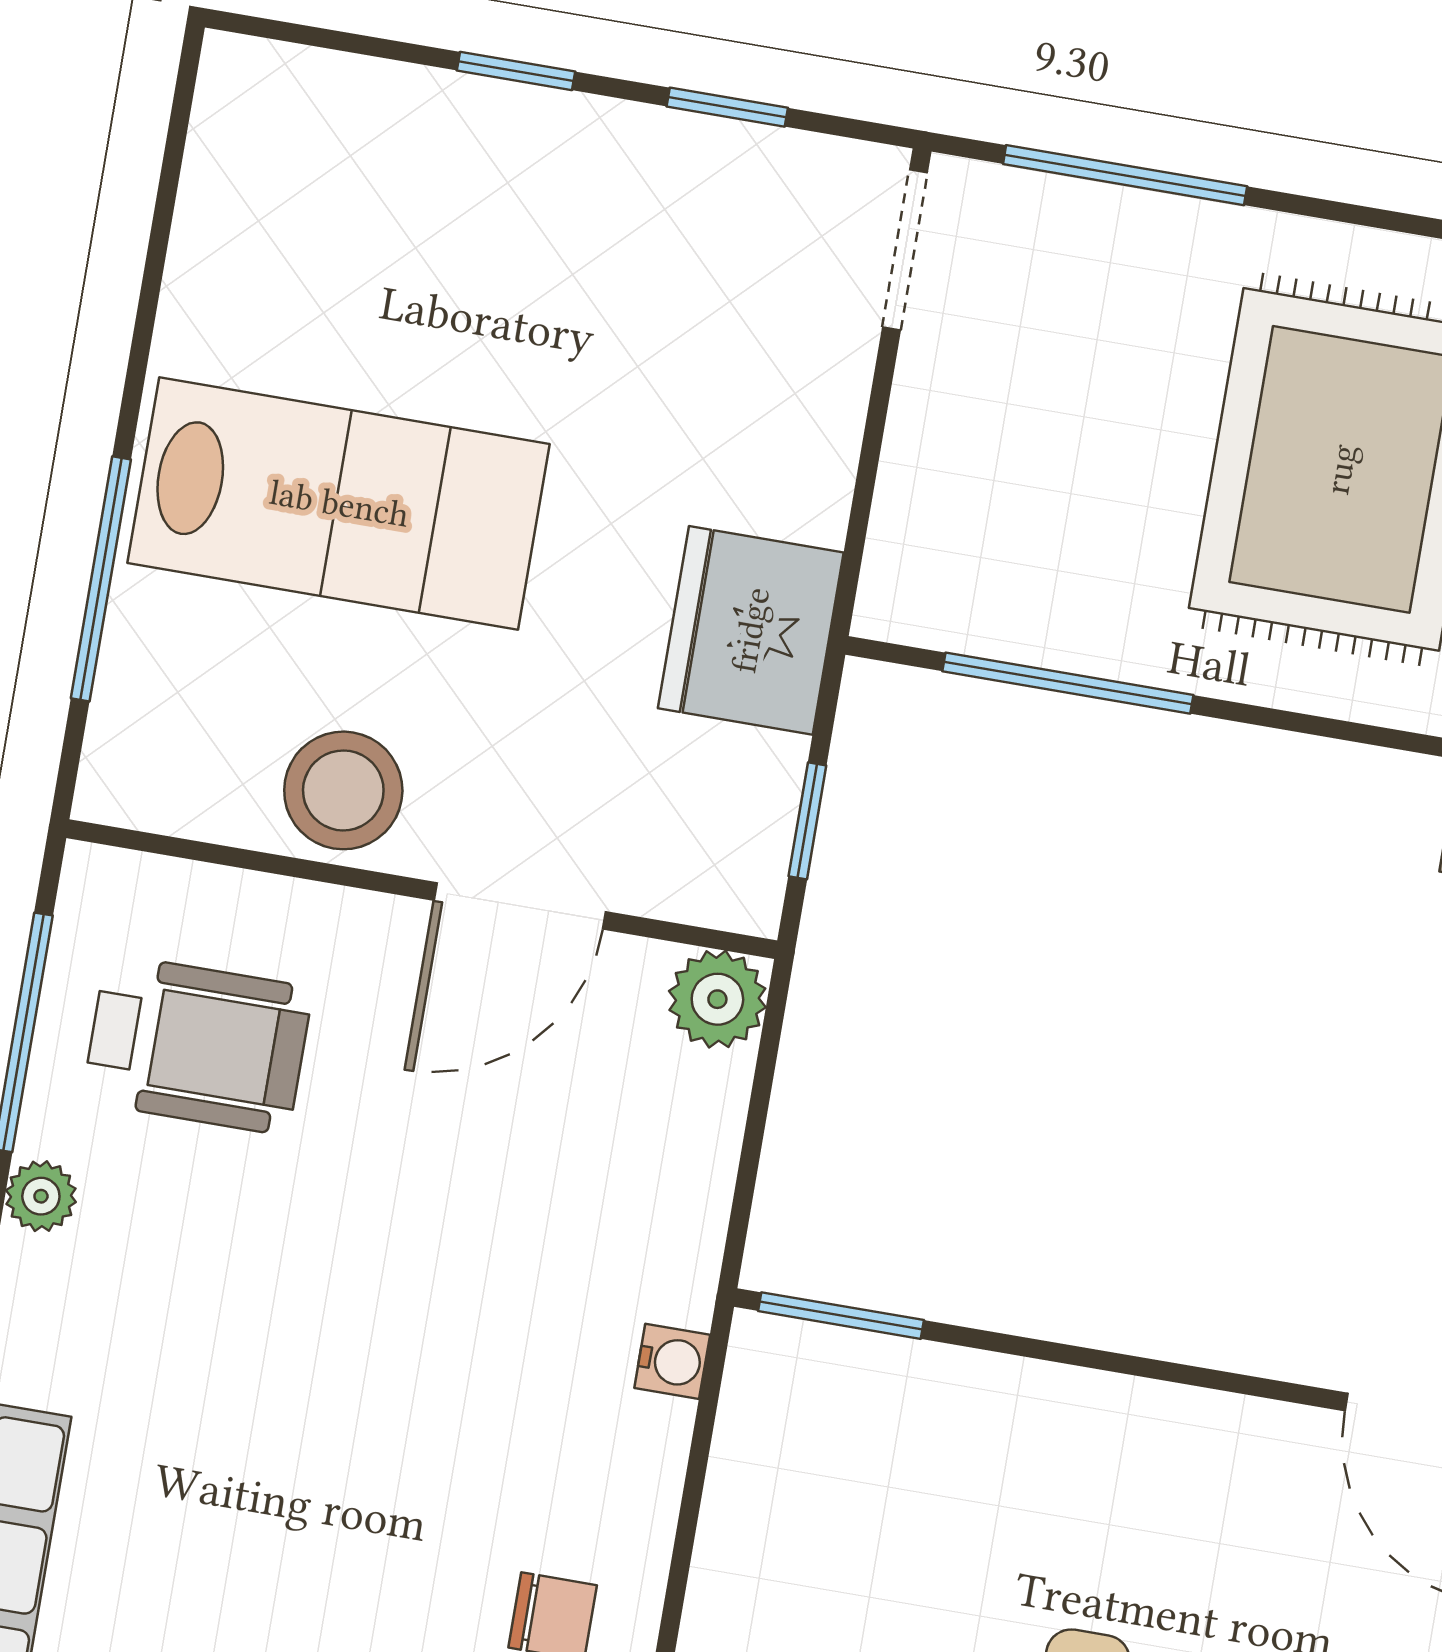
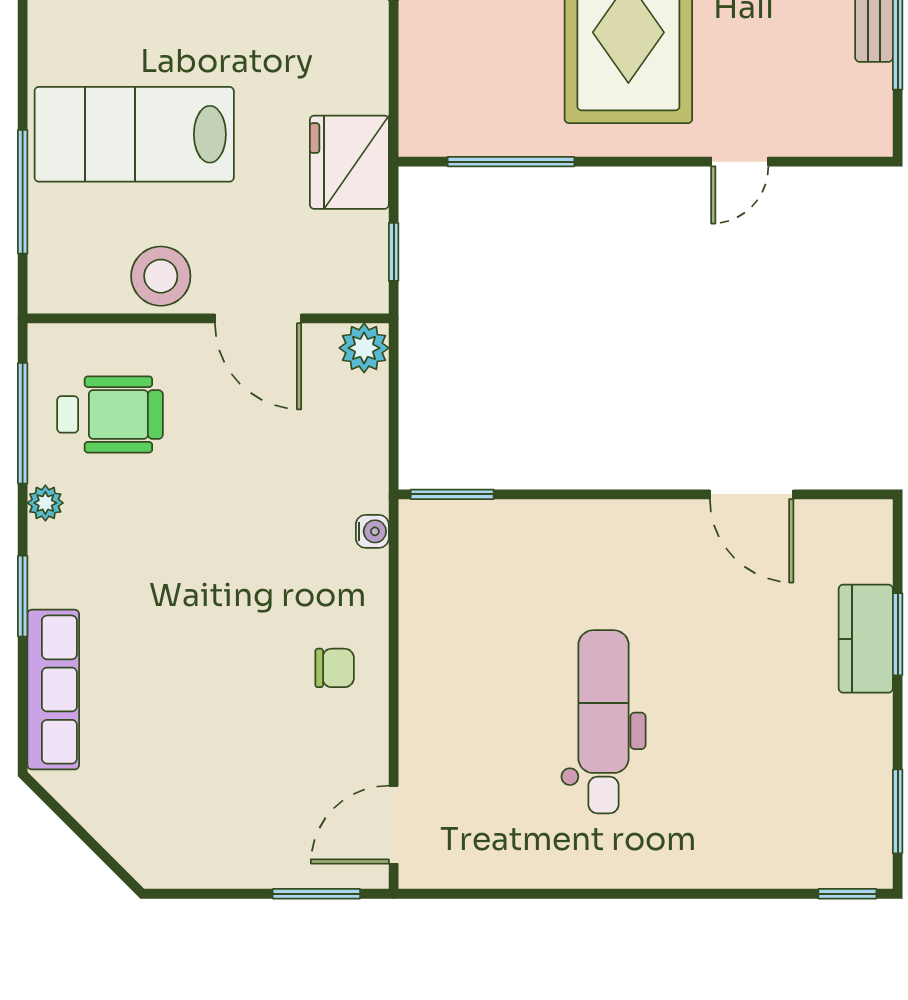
lab bench: (339, 504) -> (134, 134), turned 180
door: (520, 906) -> (258, 318), hinge flipped

